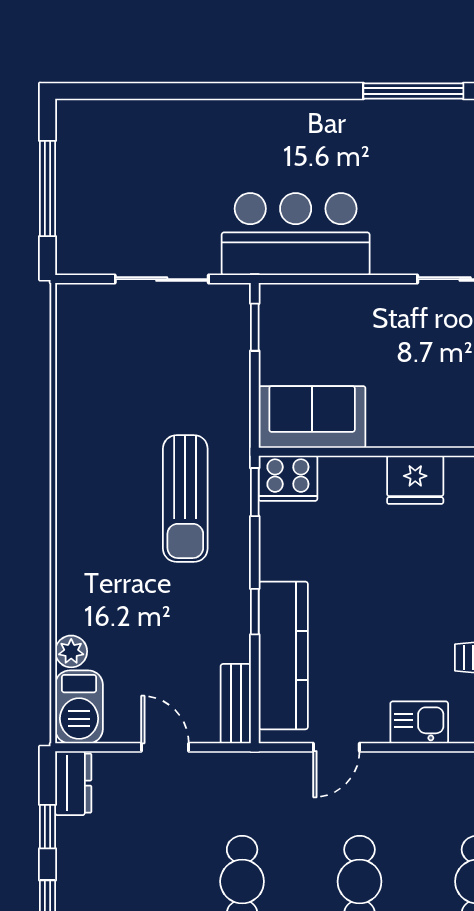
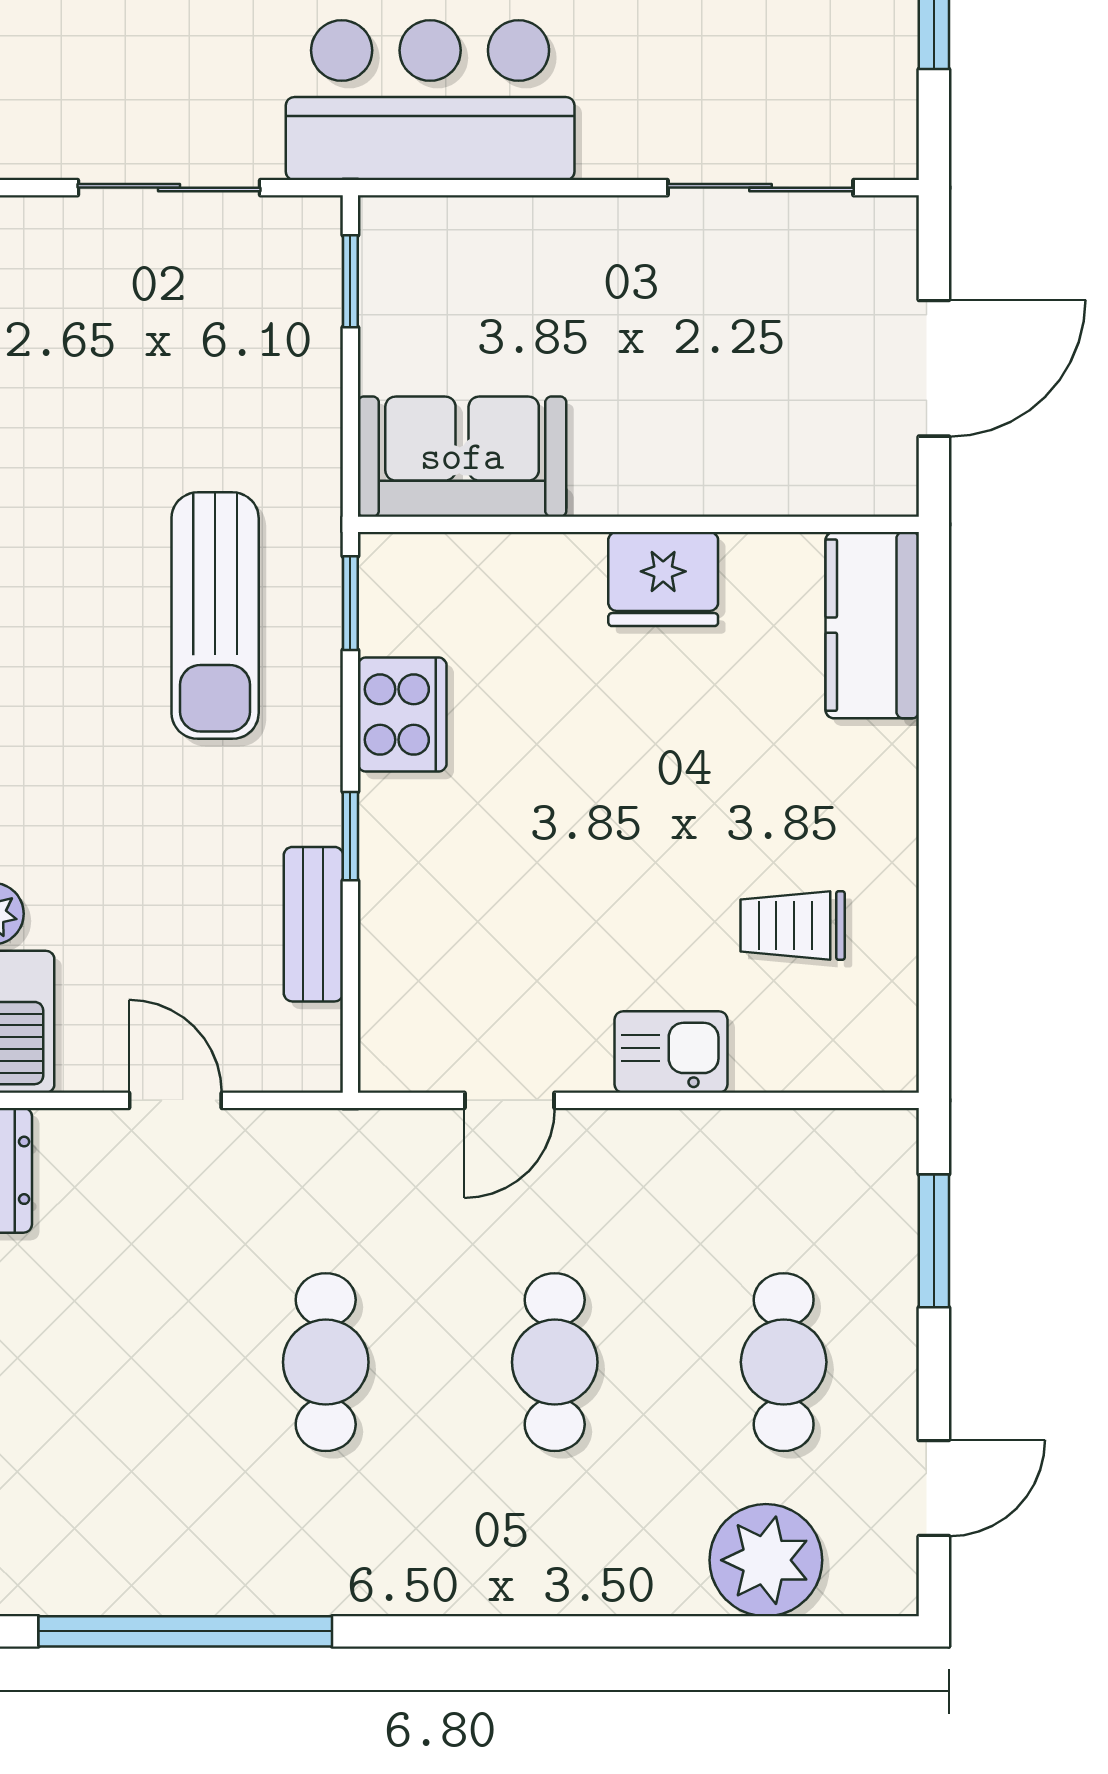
cooker: (288, 478) -> (402, 715), moved, turned -90
kitchen counter: (283, 655) -> (406, 922), removed
bench: (236, 704) -> (313, 924), moved

